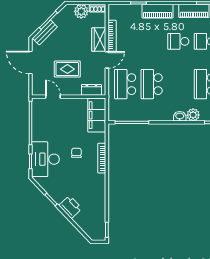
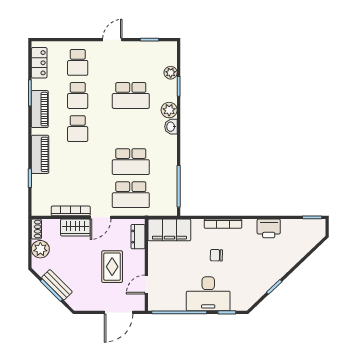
bench: (45, 33) -> (57, 285), moved
door: (107, 60) -> (101, 217), swing flipped
door: (30, 63) -> (119, 312), moved
desk: (45, 159) -> (208, 294), moved
printer: (70, 207) -> (269, 228), moved, turned -136

